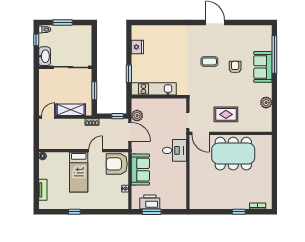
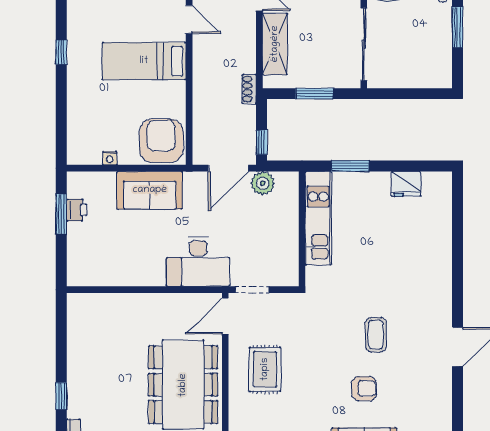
desk: (174, 150) -> (198, 262), width x1.37
door: (96, 151) -> (189, 20), moved
printer: (150, 202) -> (77, 210), width x0.53, depth x0.68

